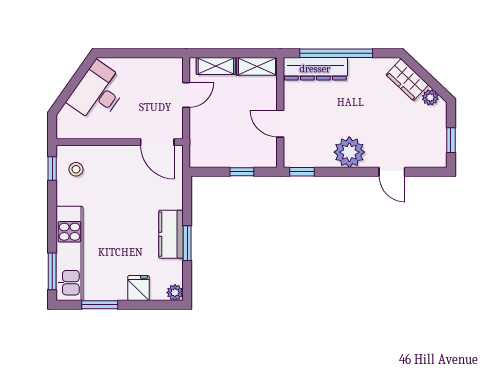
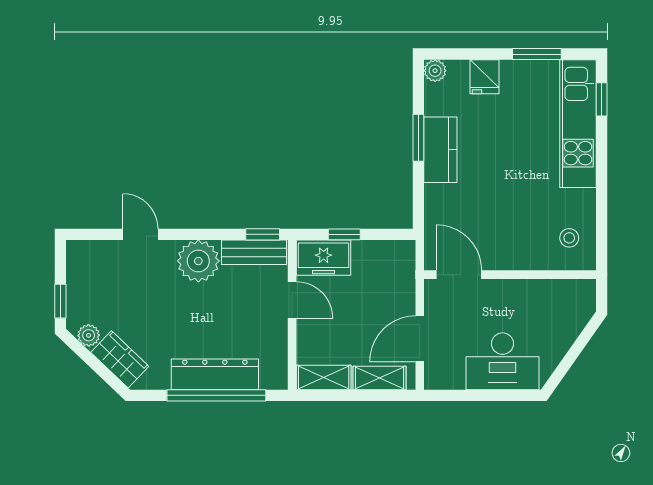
dresser: (315, 69) -> (215, 374), moved
desk: (98, 92) -> (502, 361), moved, turned 55
door: (186, 95) -> (420, 339), width x1.38
window: (451, 140) -> (60, 301), moved
freezer: (257, 155) -> (324, 258), added
bench: (308, 159) -> (254, 252), added
window: (52, 169) -> (602, 239), removed
window: (52, 271) -> (602, 99), width x0.67

